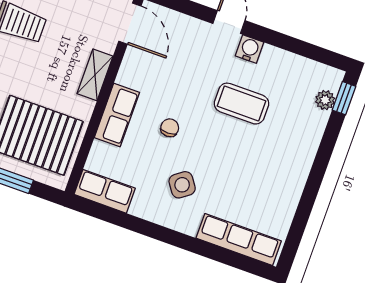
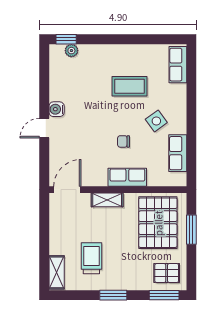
coffee table: (241, 104) -> (130, 86), moved, turned 90
row of seats: (105, 191) -> (178, 153), moved
row of seats: (239, 240) -> (178, 65), width x0.68

